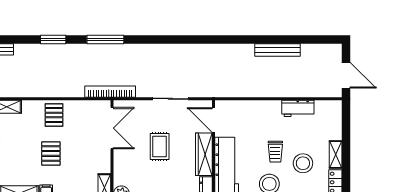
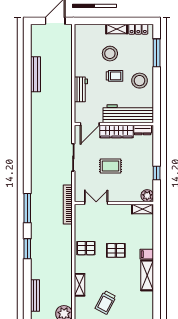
workbench: (298, 108) -> (81, 89), moved
double door: (112, 128) -> (96, 203), width x0.73
stool: (303, 163) -> (110, 54), moved

